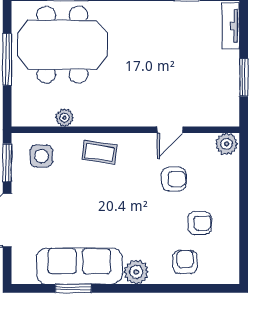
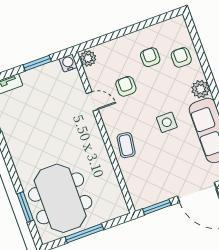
water cooler: (230, 117) -> (68, 63), added
plant: (64, 118) -> (111, 178), removed
side table: (41, 156) -> (167, 122), moved
armchair: (185, 262) -> (181, 57), turned 90

